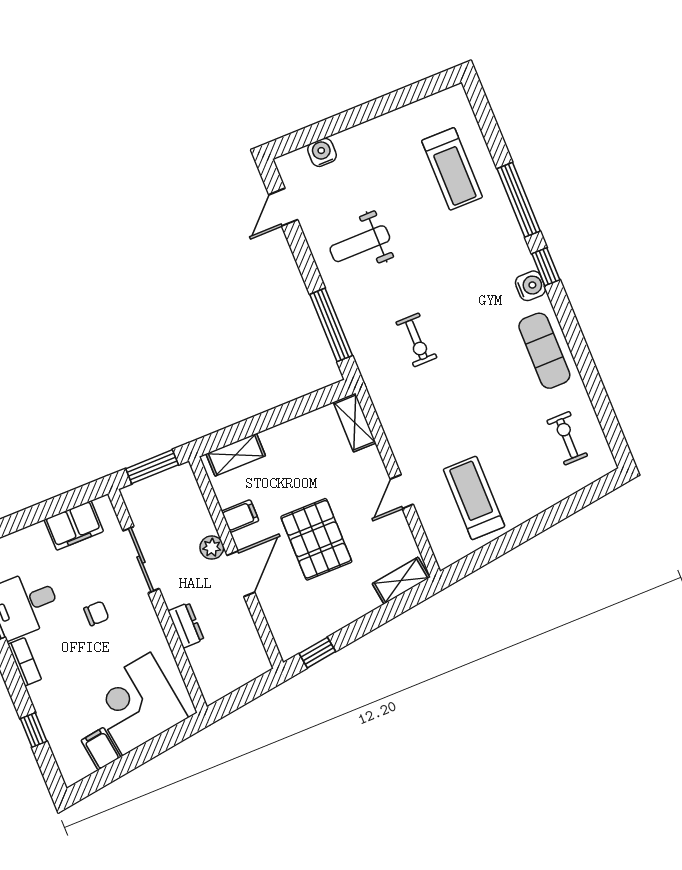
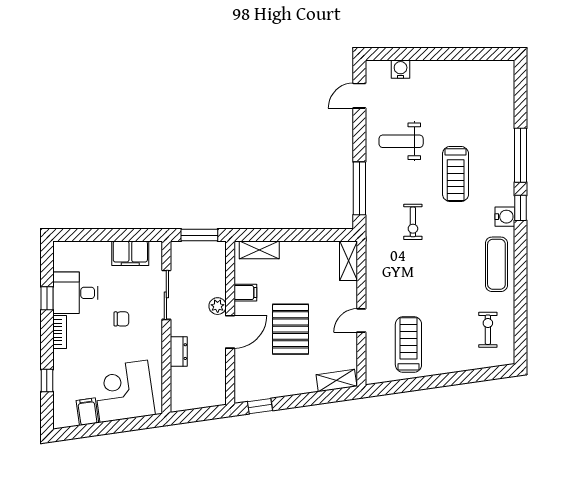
treadmill: (452, 169) -> (456, 174), moved

